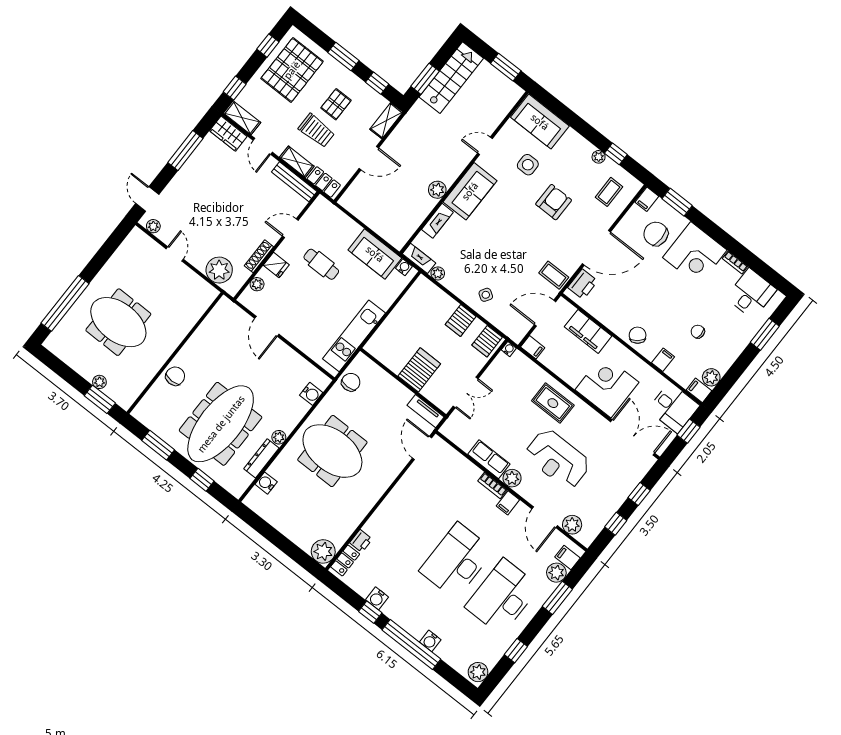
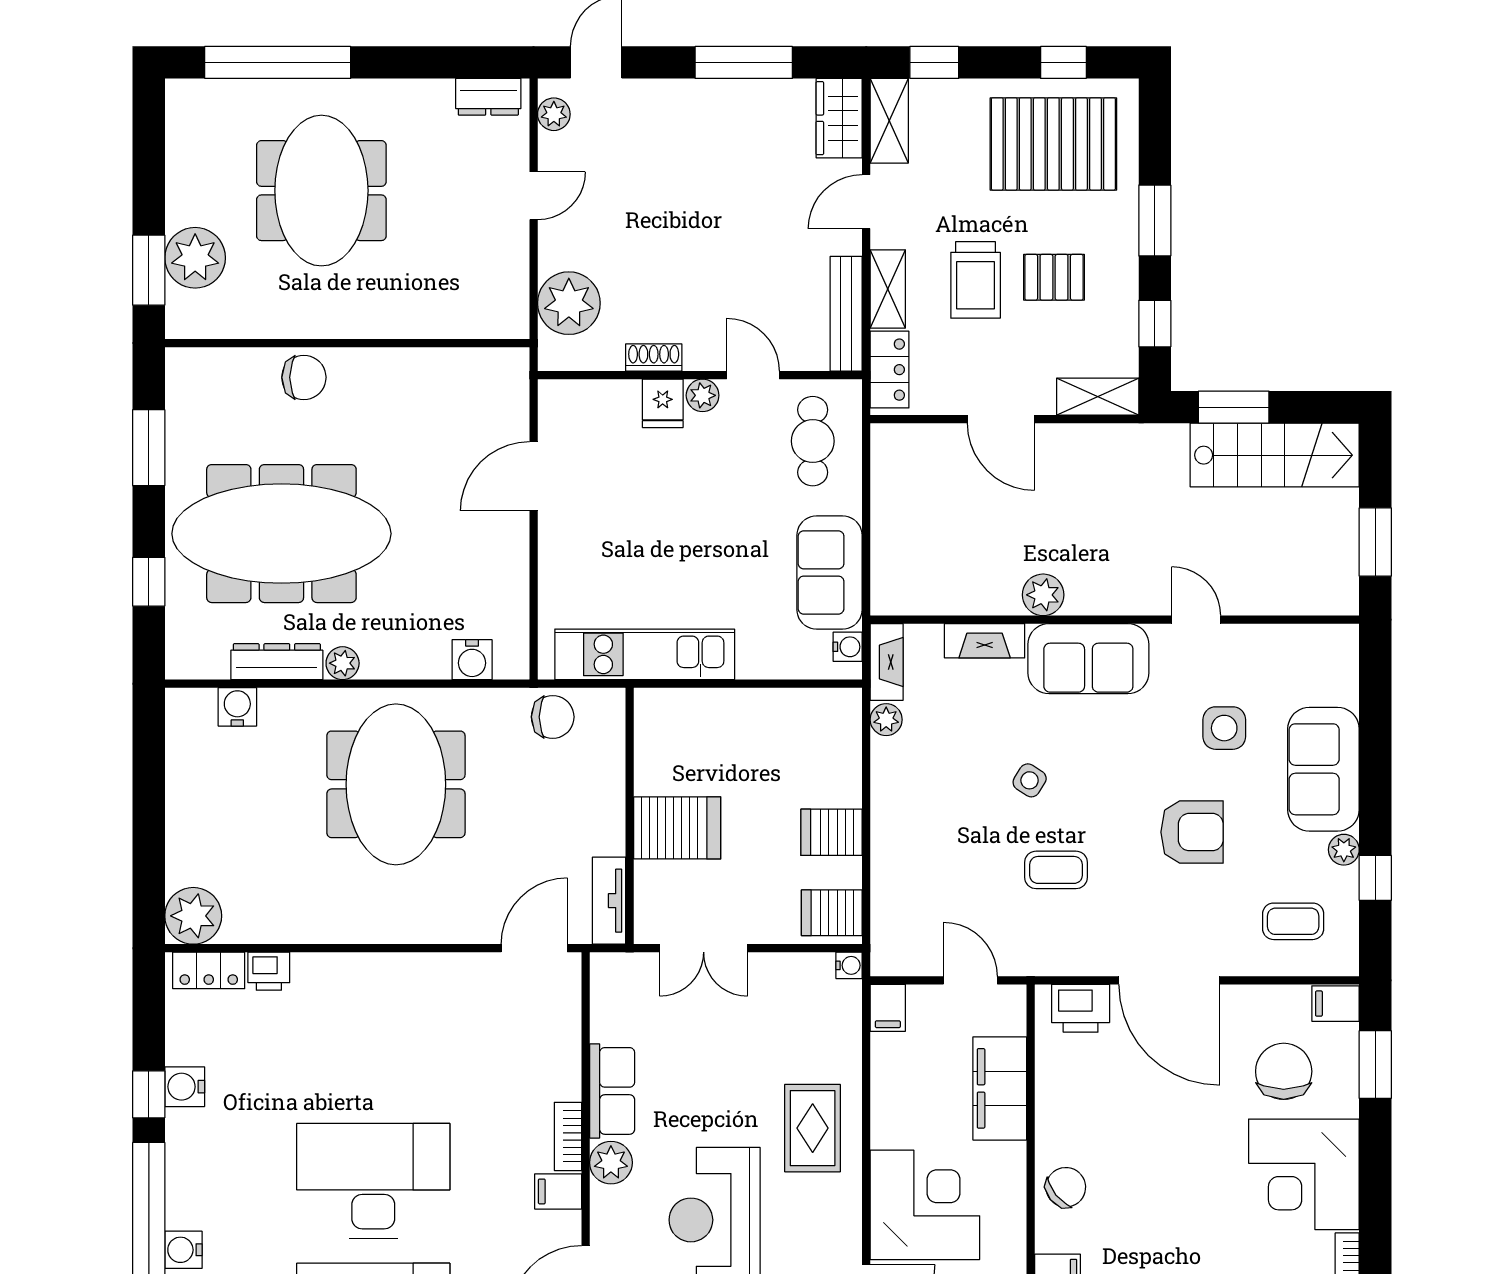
sofa: (540, 122) -> (1323, 769), moved
dresser: (131, 243) -> (488, 97), added
shoe rack: (259, 256) -> (654, 357), width x0.70
cafe table: (321, 264) -> (813, 441), moved
coffee table: (554, 275) -> (1056, 870), moved, turned 90
plant: (257, 284) -> (703, 395), moved
side table: (486, 295) -> (1030, 780), moved
door: (545, 313) -> (970, 980), width x0.73
plant: (99, 382) -> (195, 258), width x1.87, depth x1.87

